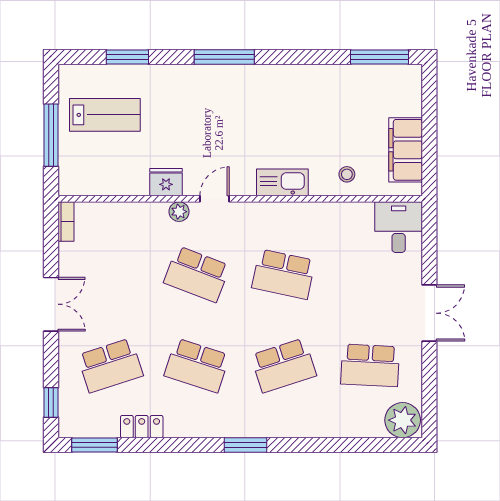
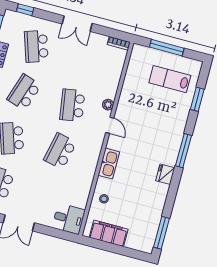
lab bench: (105, 115) -> (170, 79), turned 90
fridge: (166, 182) -> (165, 174), moved, turned 180
school desk: (197, 274) -> (72, 105), turned -30

